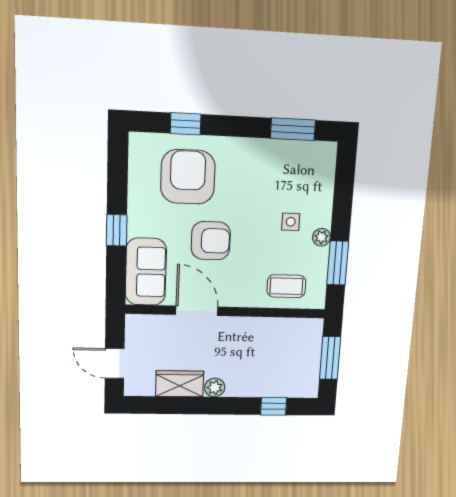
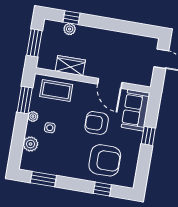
armchair: (188, 177) -> (105, 160), turned -90
plant: (321, 189) -> (31, 144), added
coffee table: (286, 286) -> (56, 91), width x1.36, depth x1.30
wardrobe: (180, 384) -> (70, 66), moved, turned 180
plant: (215, 388) -> (70, 29), moved

